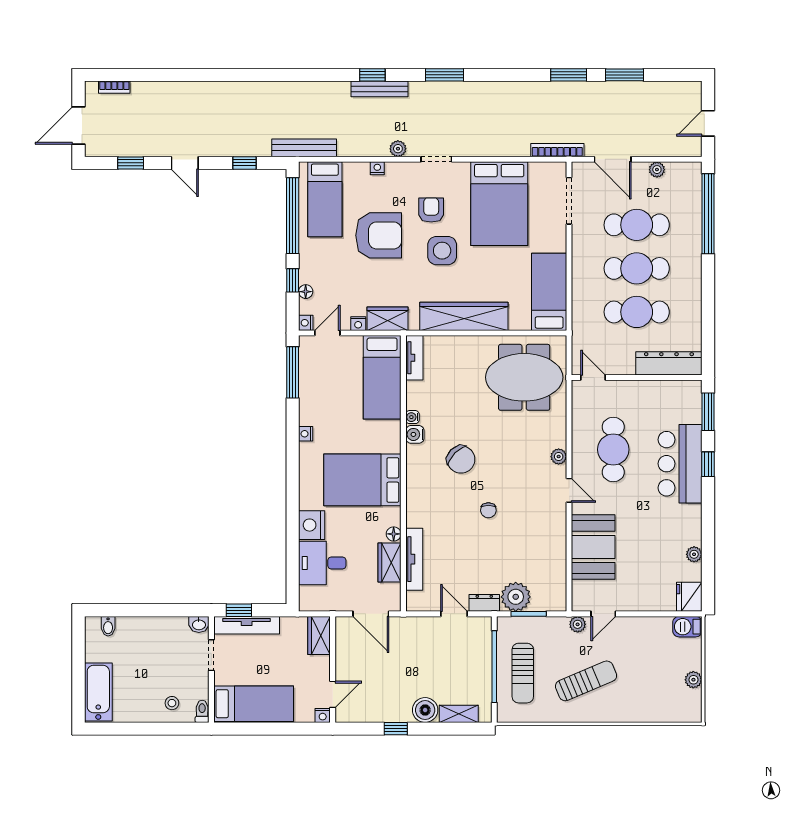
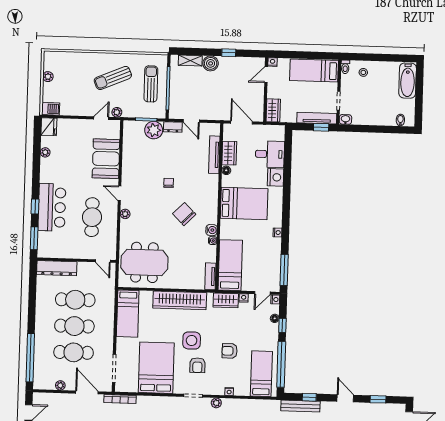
bench: (304, 148) -> (300, 406), moved
armchair: (379, 235) -> (230, 351), width x0.53, depth x0.53

